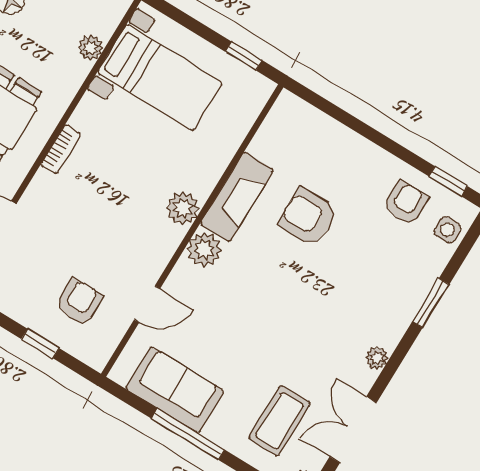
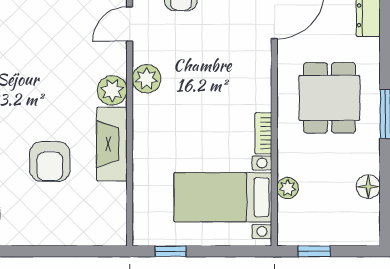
bookcase: (61, 149) -> (263, 133), moved
plant: (183, 208) -> (147, 79), moved
armchair: (308, 217) -> (50, 161), turned 90

